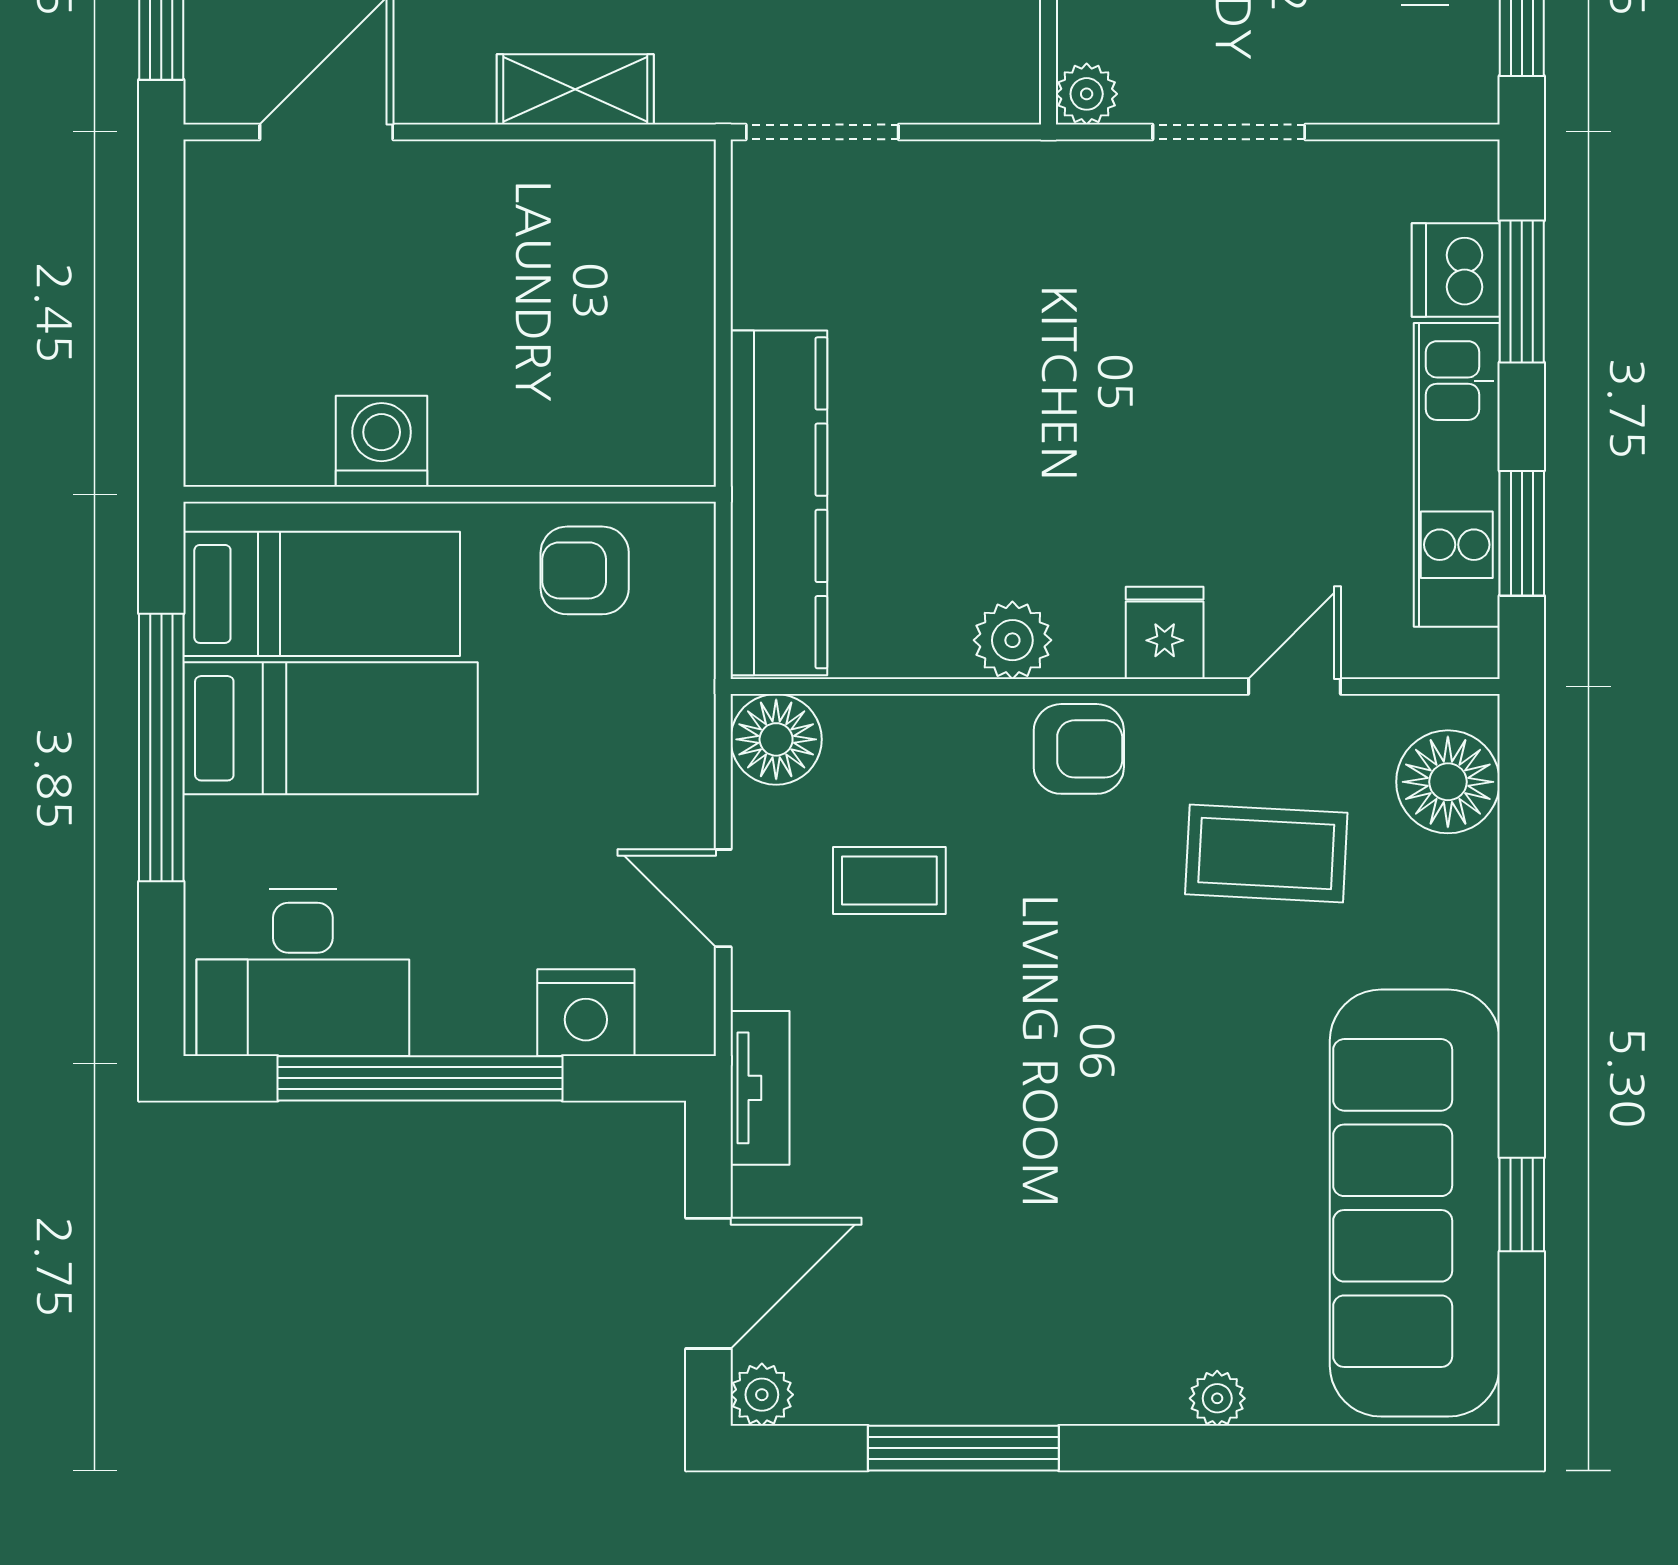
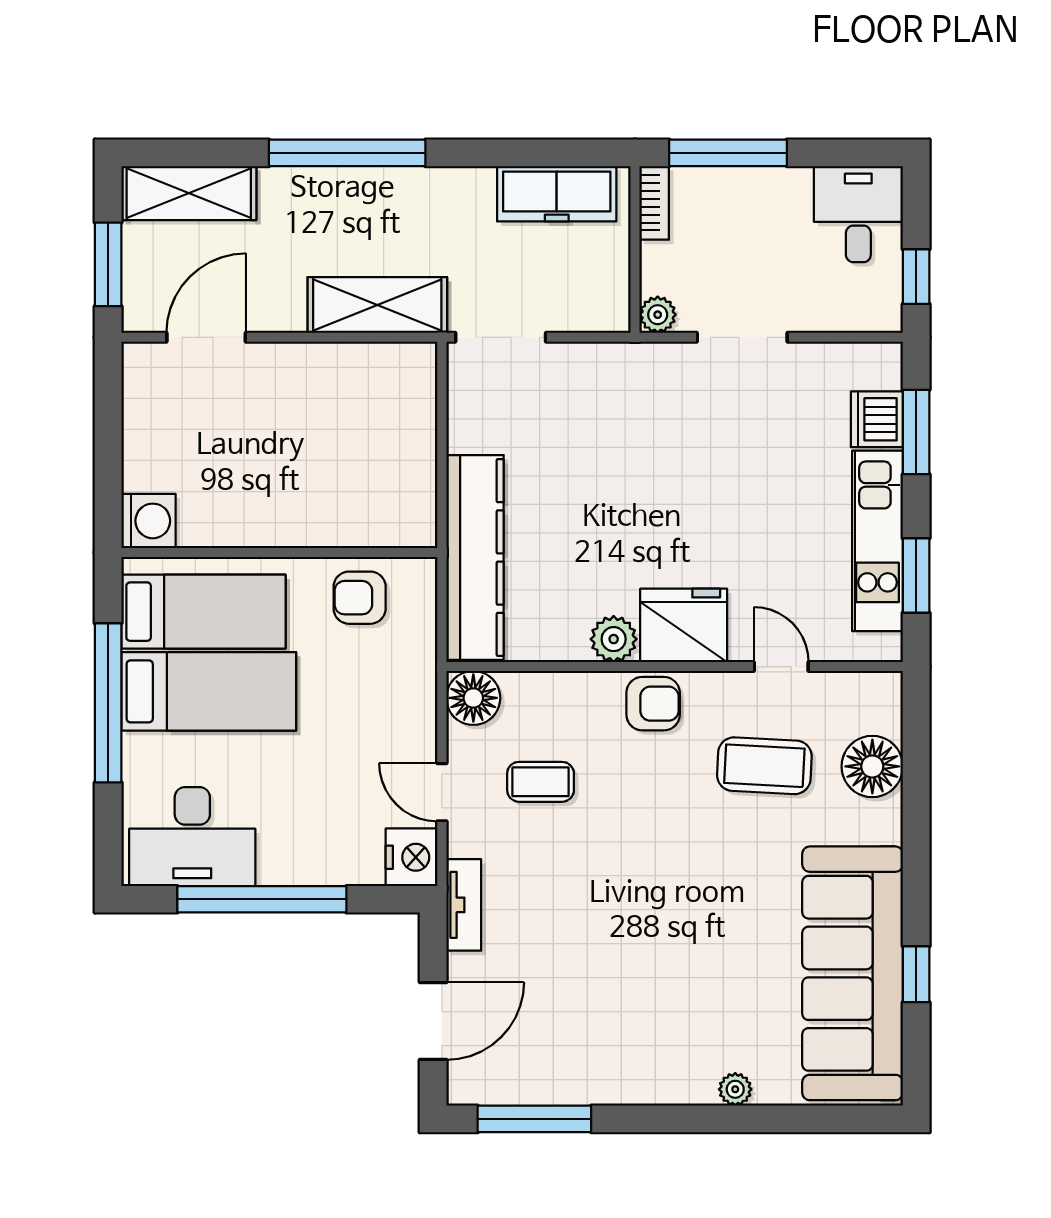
shelving: (575, 89) -> (377, 305), width x1.50, depth x1.33
washing machine: (382, 441) -> (148, 521), moved, turned 90
fridge: (1165, 633) -> (684, 625), width x1.88, depth x1.34
door: (1294, 686) -> (781, 667), hinge flipped
floor lamp: (1448, 782) -> (872, 766), moved
nightstand: (586, 1013) -> (412, 857), moved, turned -90
plant: (762, 1395) -> (465, 1087), removed
window: (963, 1448) -> (534, 1119), moved

